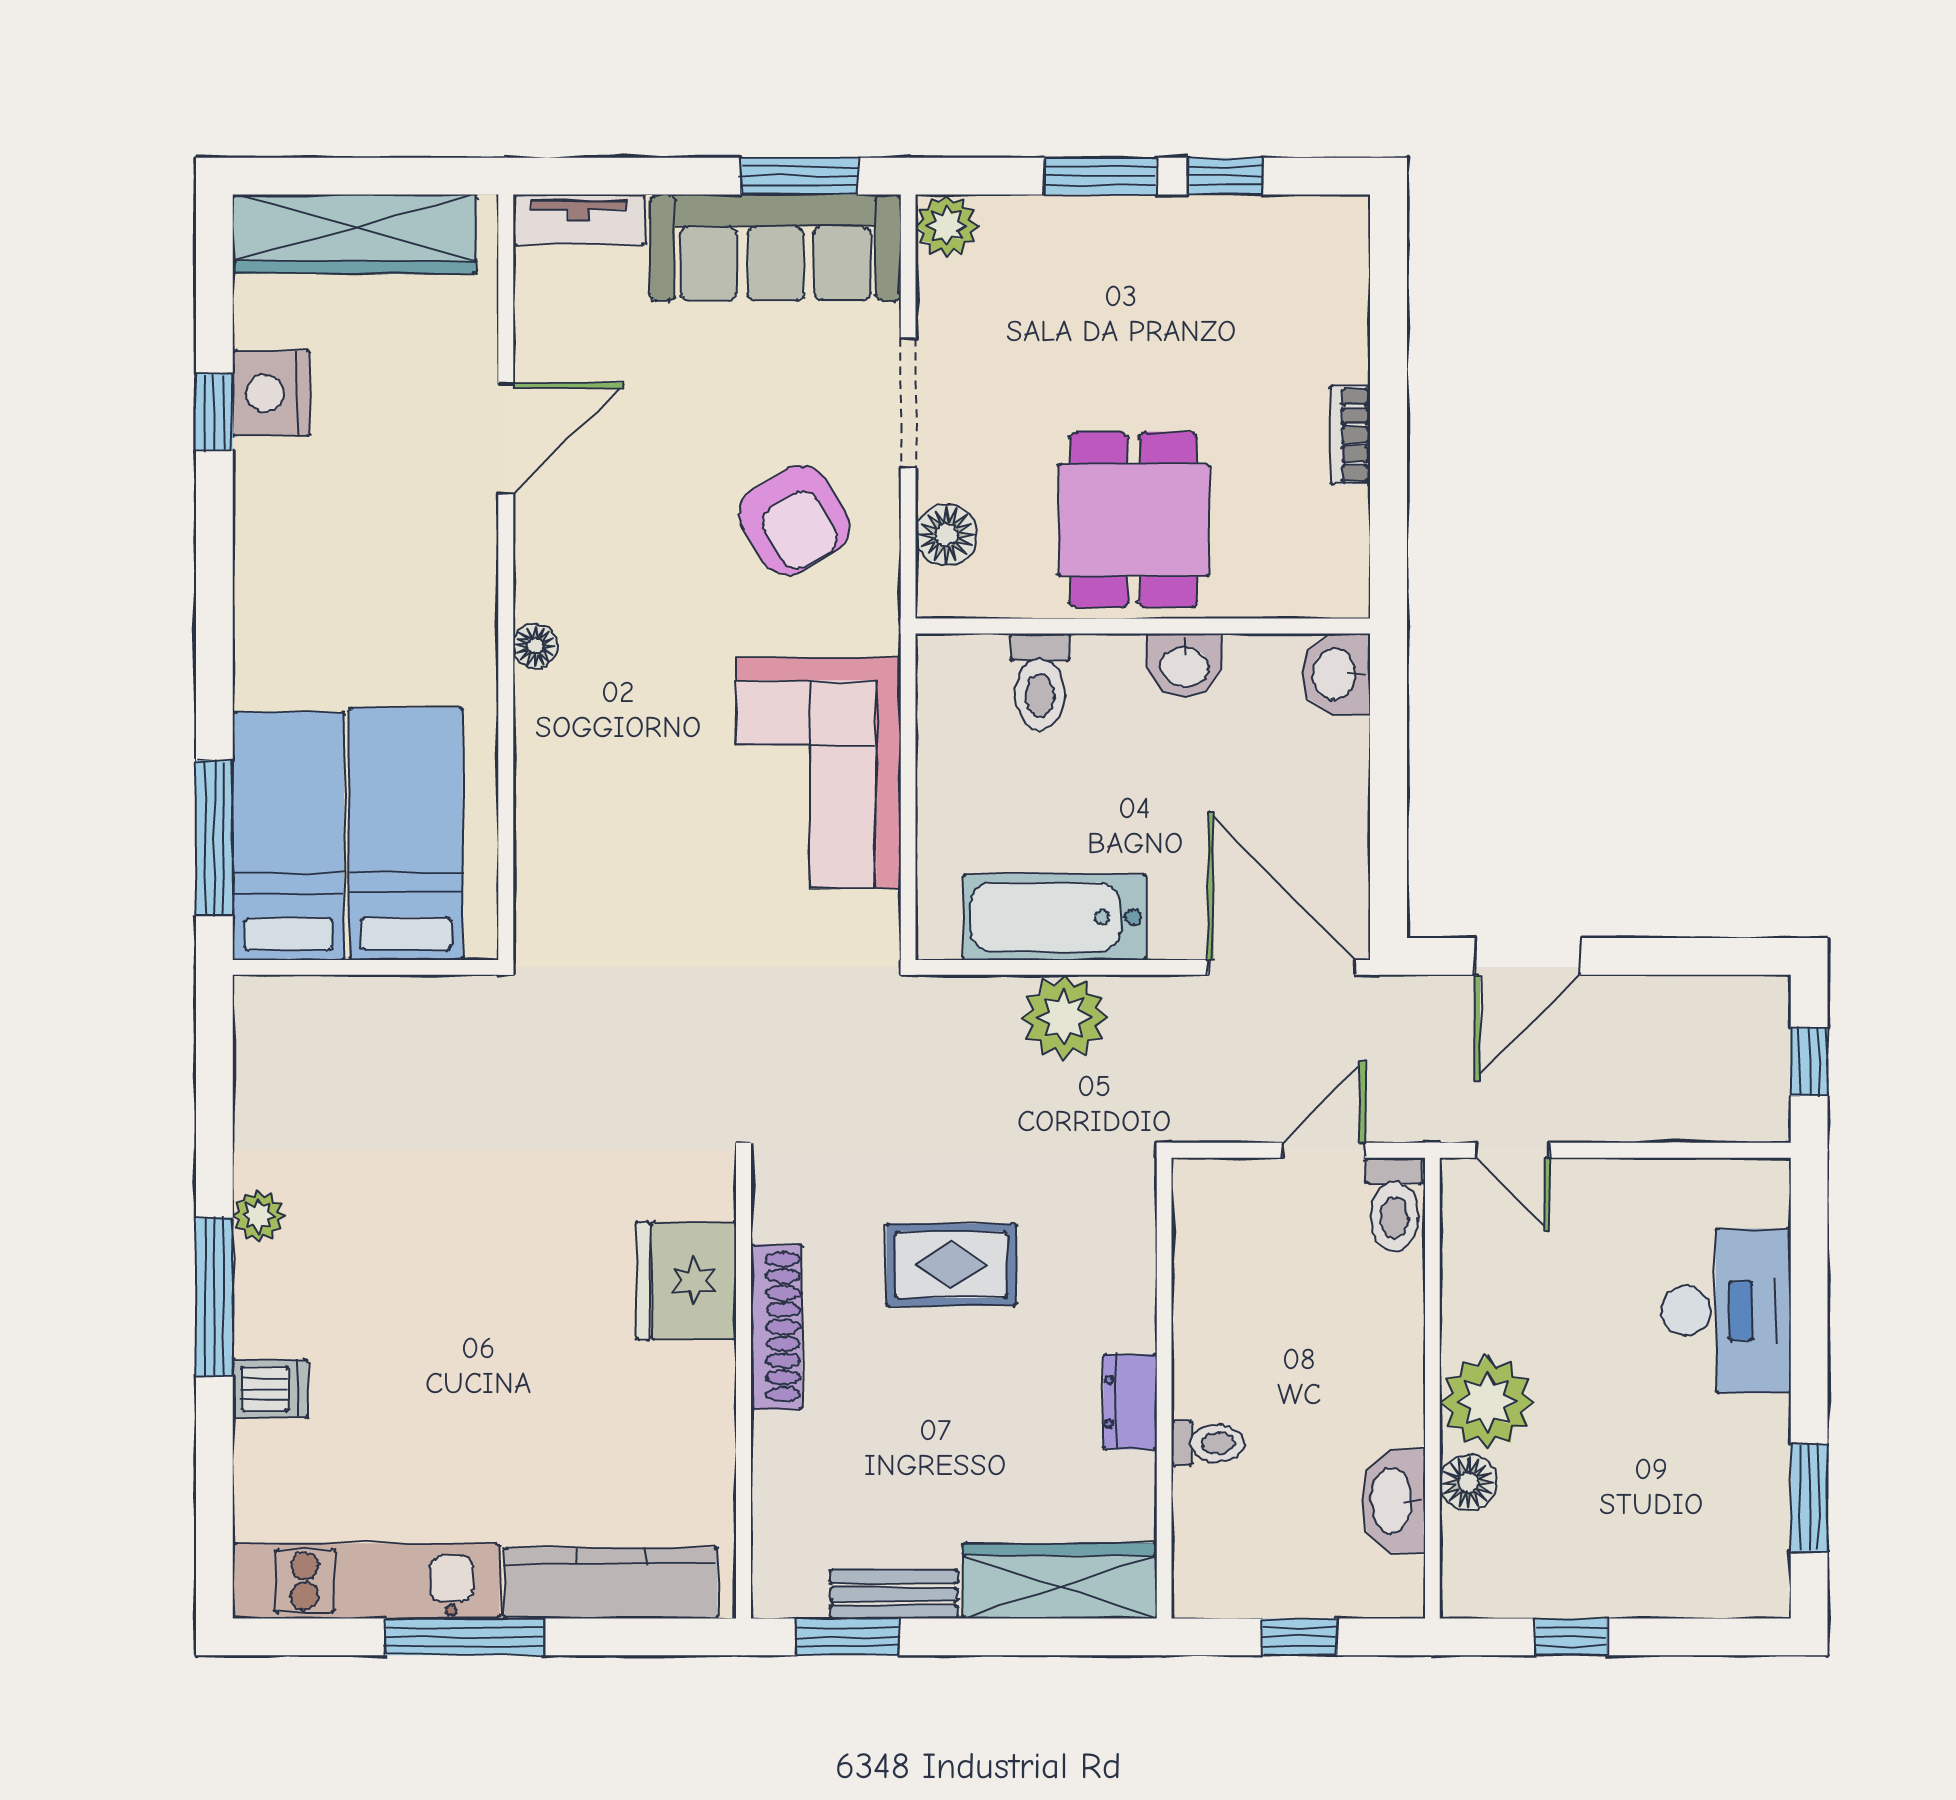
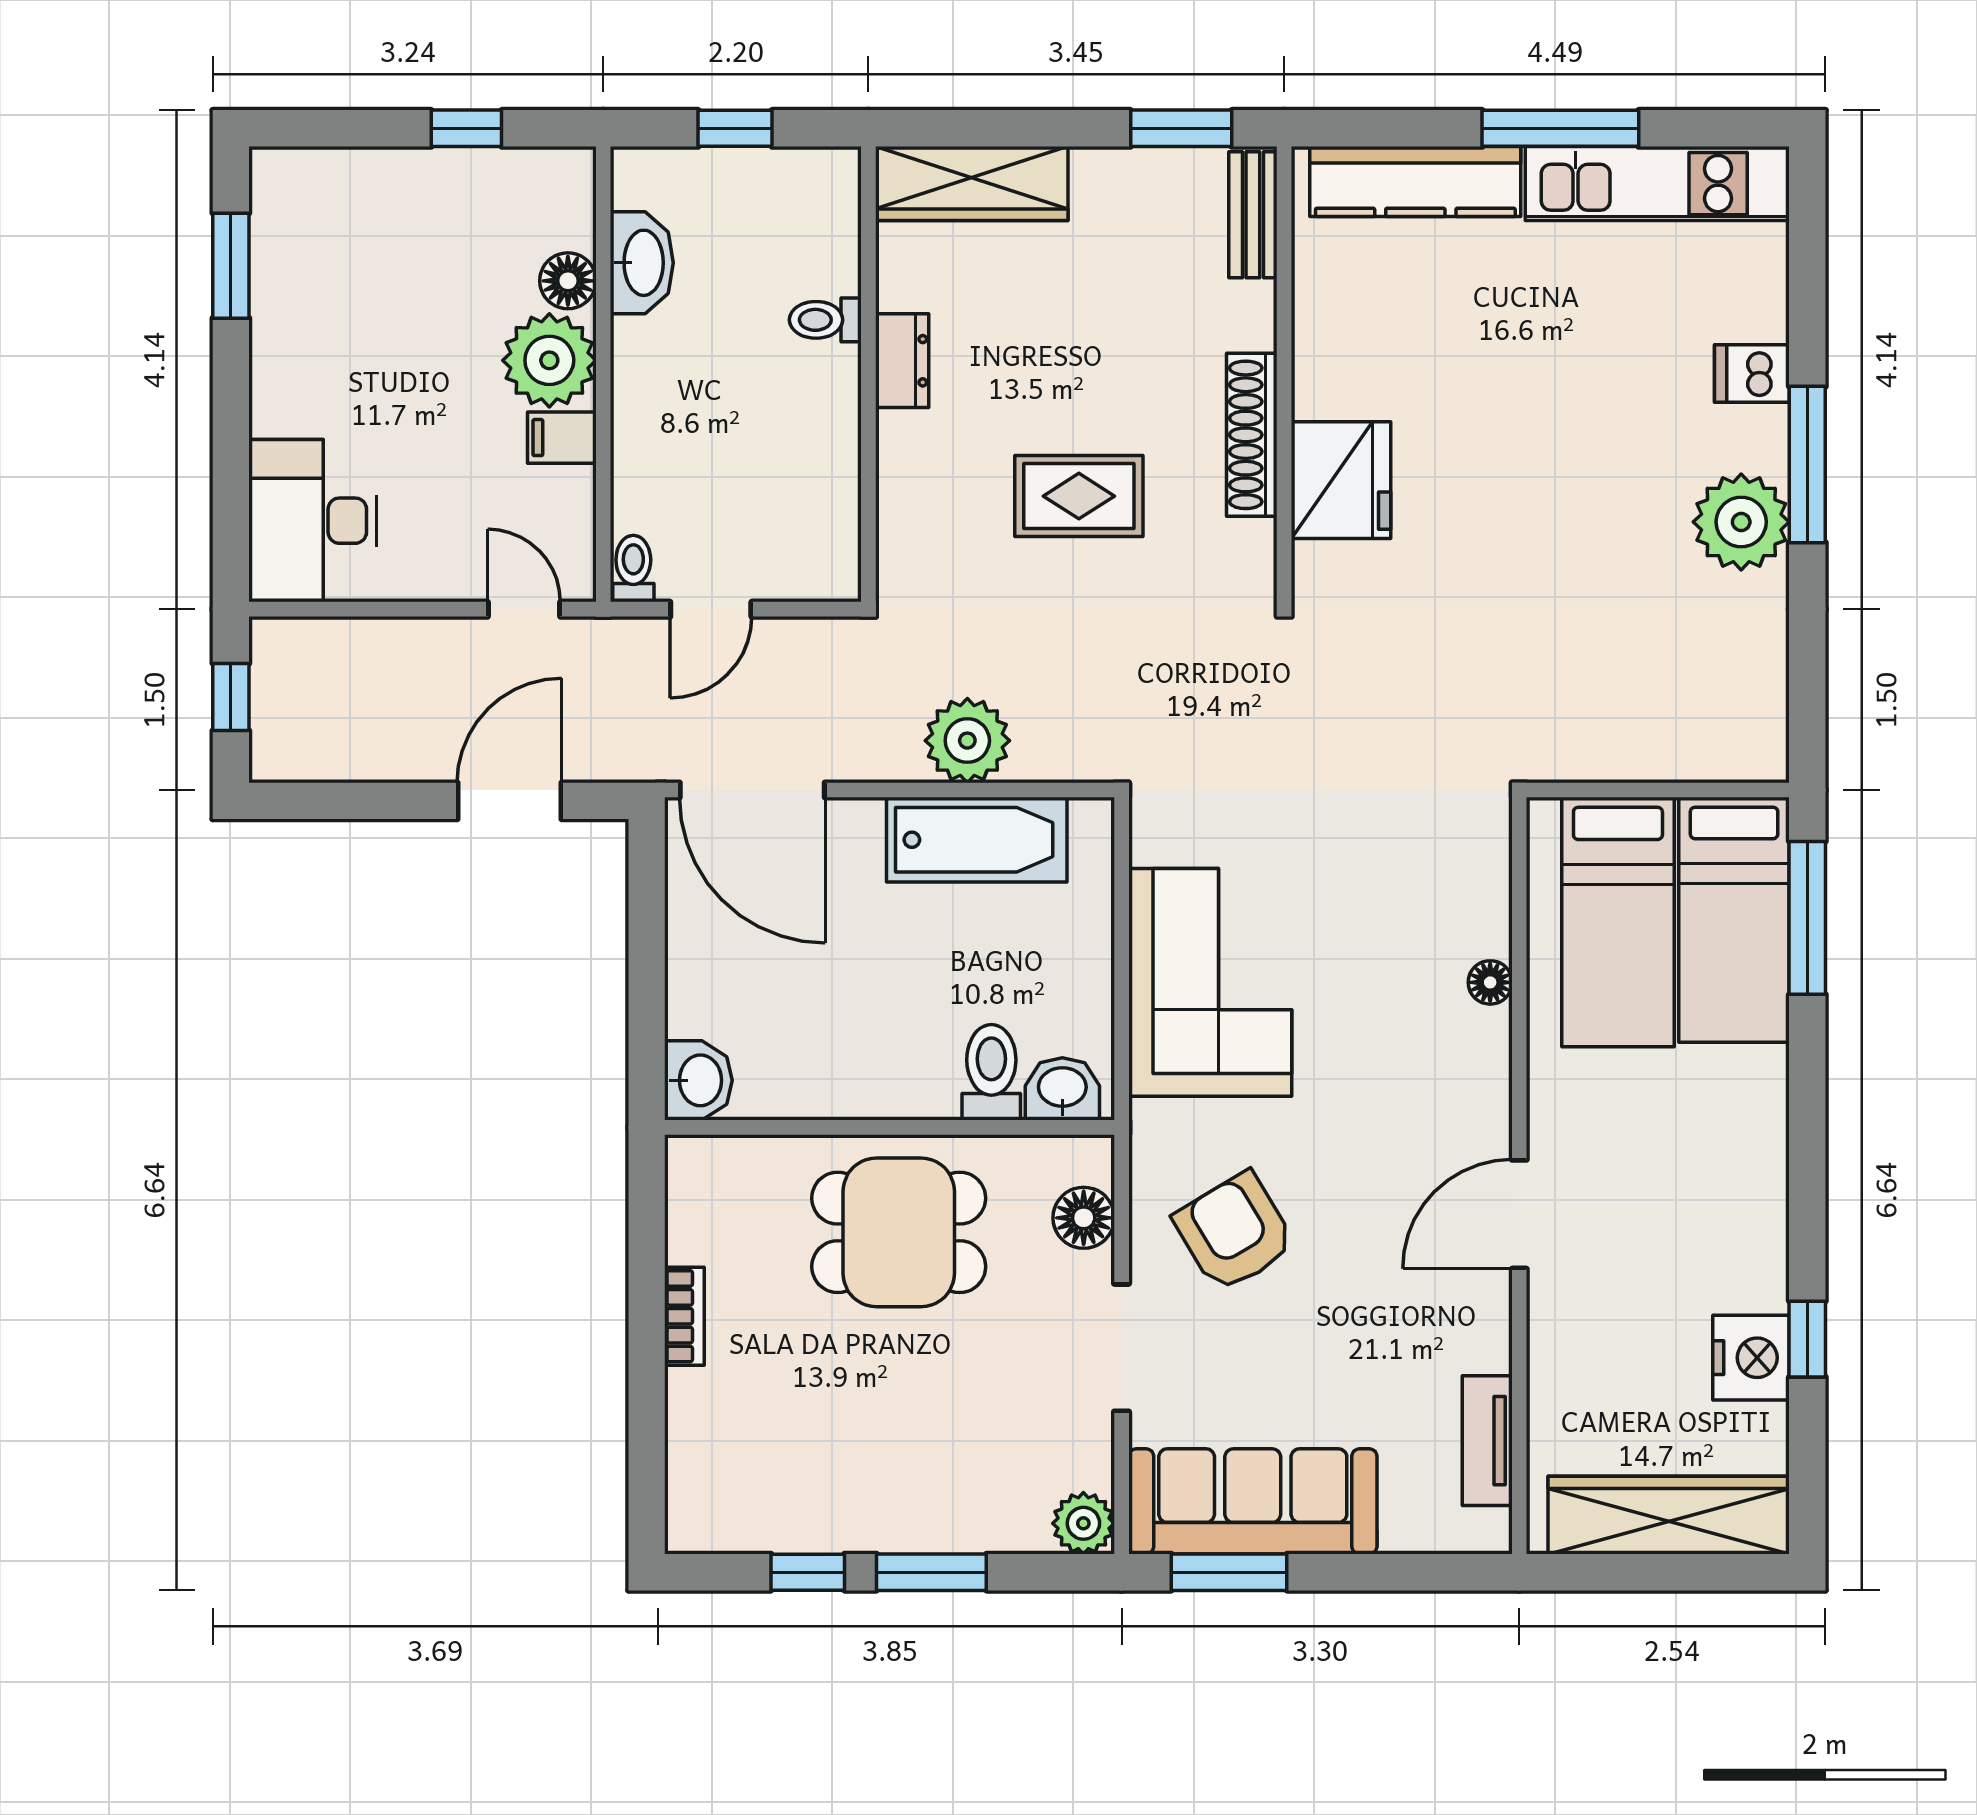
tv unit: (579, 219) -> (1487, 1441), moved, turned -90
door: (506, 438) -> (1519, 1214), moved
dining table: (1134, 520) -> (899, 1232), turned 90
floor lamp: (535, 646) -> (1490, 982), moved
washbasin: (1184, 665) -> (1062, 1089), moved
toilet: (1394, 1204) -> (633, 569), width x0.73, depth x0.72
plant: (259, 1216) -> (1741, 522), width x1.88, depth x1.88
desk: (1726, 1311) -> (313, 521), moved
filing cabinet: (1474, 1324) -> (562, 438), added
bench: (894, 1594) -> (1253, 215), moved, turned 90

